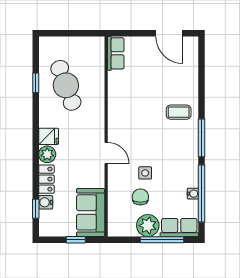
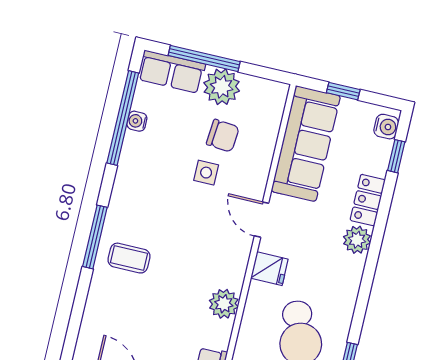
plant: (117, 98) -> (224, 304), added
fridge: (49, 136) -> (269, 269), moved, turned 180
window: (202, 138) -> (95, 237), moved
chair: (140, 197) -> (223, 136), turned -85
water cooler: (46, 202) -> (386, 127), moved
sofa: (91, 212) -> (306, 144), width x1.36

